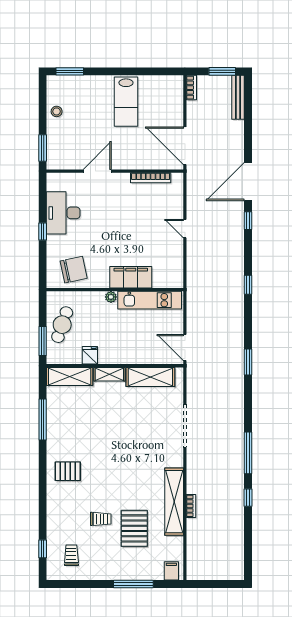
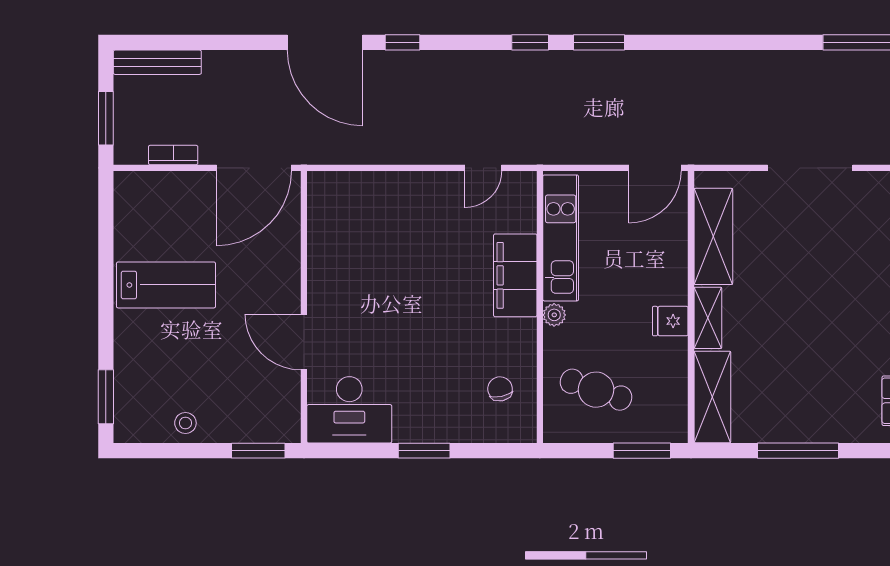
window: (222, 71) -> (106, 118), moved
bookcase: (191, 88) -> (173, 155), moved
bookcase: (151, 178) -> (317, 236), removed
desk: (63, 213) -> (349, 410), moved
door: (185, 229) -> (483, 168), moved
window: (43, 231) -> (424, 451), width x1.50
chair: (74, 270) -> (500, 389), width x0.54, depth x0.54
cafe table: (62, 325) -> (596, 390), moved
fridge: (90, 355) -> (670, 321), moved
window: (248, 362) -> (599, 42), moved

